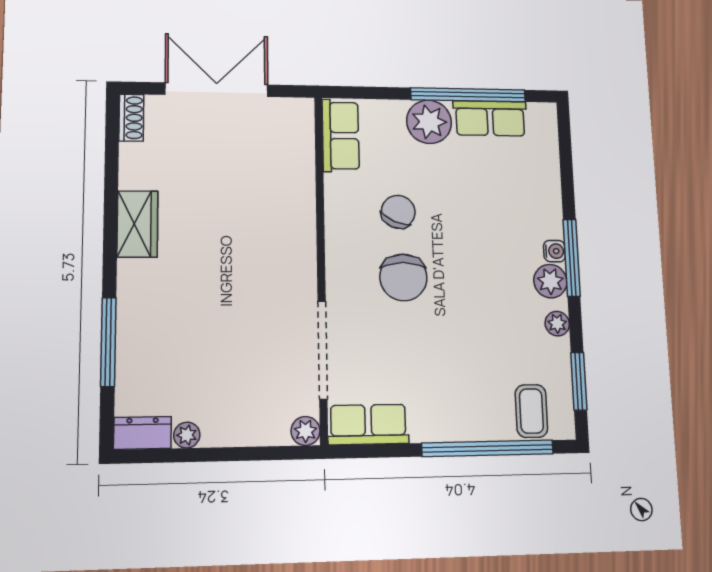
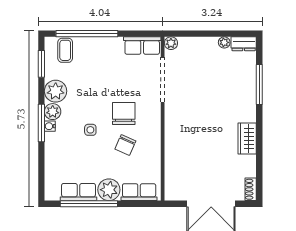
row of seats: (341, 136) -> (139, 192), moved, turned 90
side table: (472, 243) -> (90, 130), added
plant: (557, 324) -> (56, 91), width x1.88, depth x1.88

